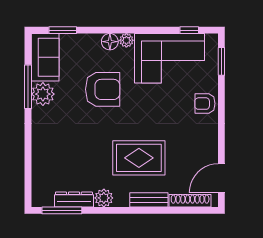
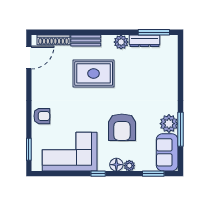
window: (189, 30) -> (98, 174), moved
plant: (126, 40) -> (129, 166), moved
armchair: (103, 89) -> (122, 127), turned -90

